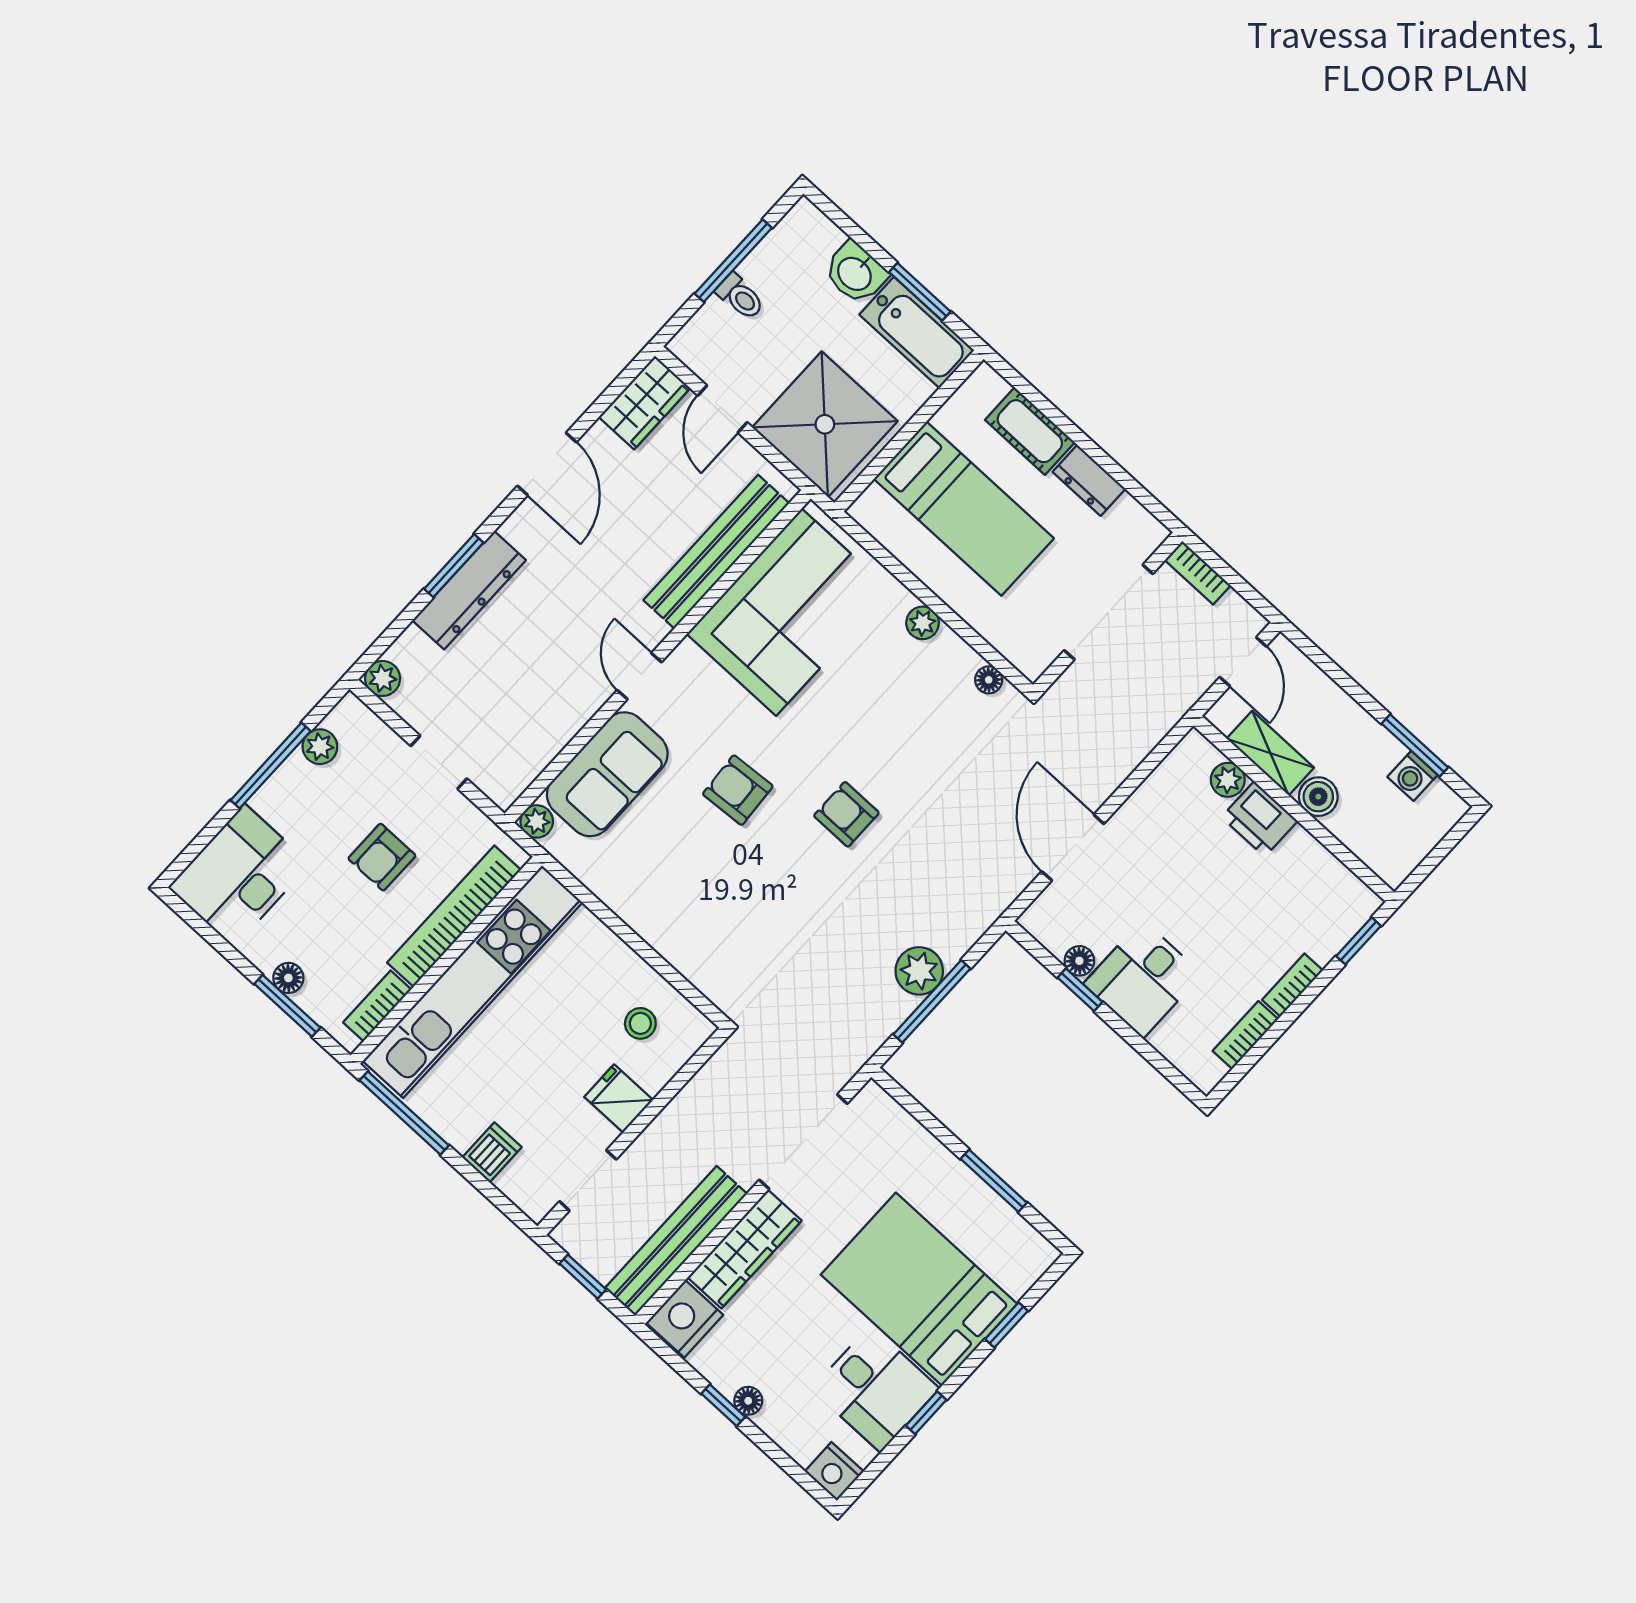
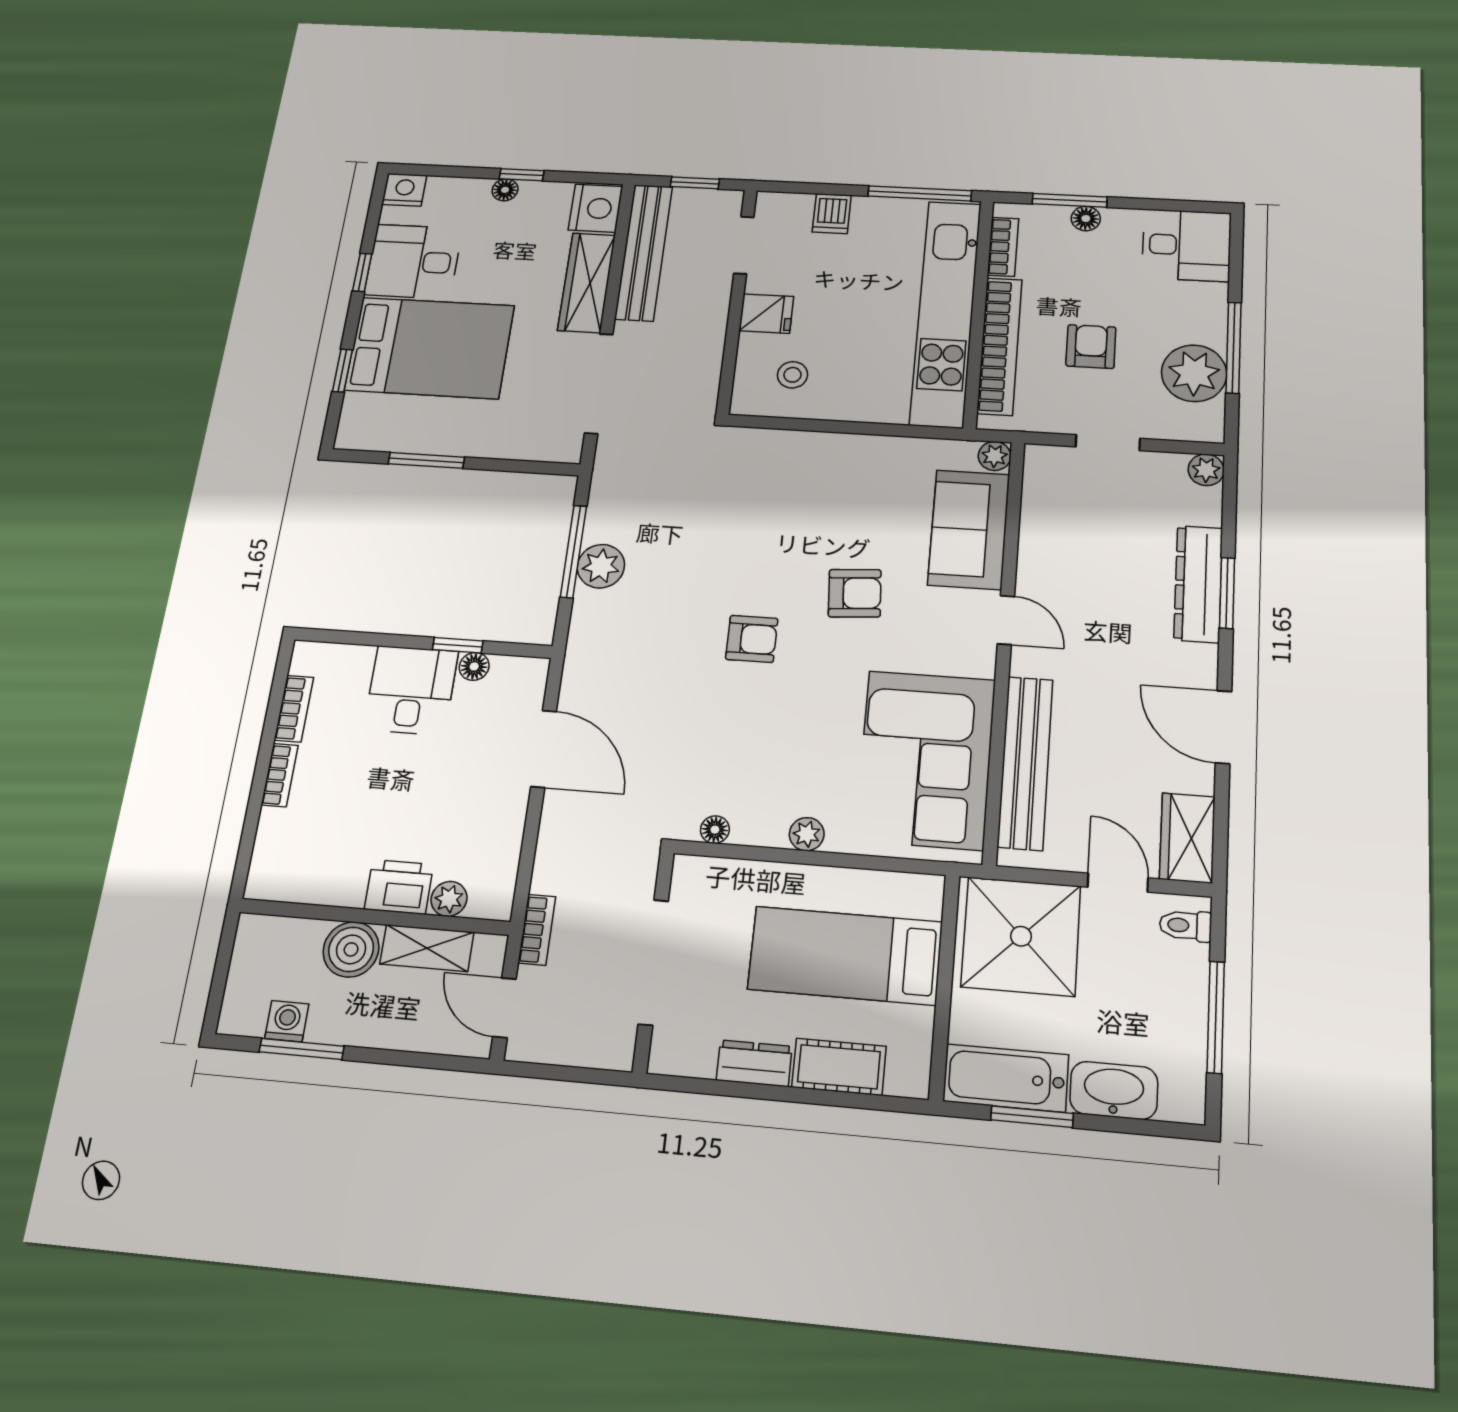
washbasin: (855, 273) -> (1114, 1090), width x1.38
toilet: (740, 297) -> (1185, 926), moved
bookcase: (1198, 573) -> (537, 930), moved, turned 90
plant: (320, 747) -> (1194, 373), width x1.87, depth x1.87
boiler: (1318, 797) -> (351, 949), width x1.36, depth x1.36
desk: (239, 876) -> (1186, 245), width x0.73
window: (1358, 941) -> (246, 850), removed

